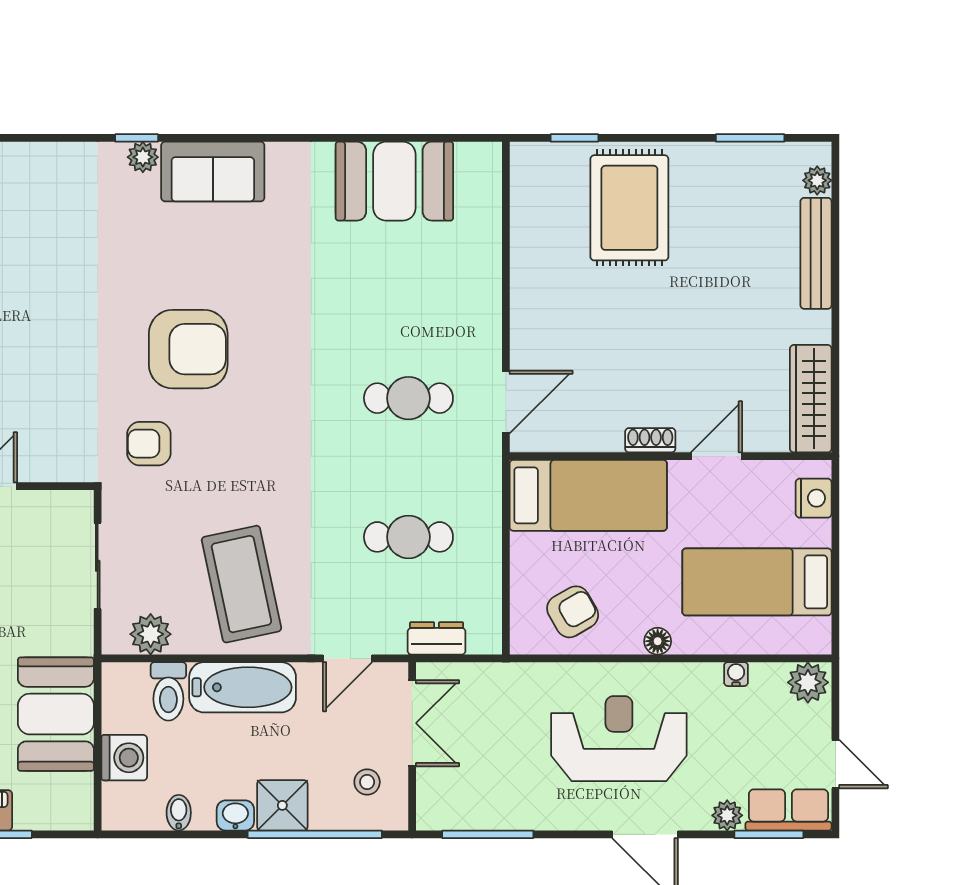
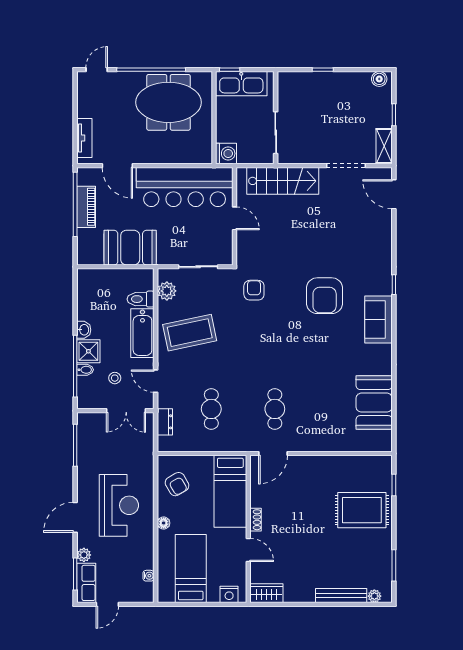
plant: (143, 157) -> (385, 287), removed
armchair: (188, 349) -> (325, 296), moved
wardrobe: (811, 399) -> (266, 593), width x0.67
door: (506, 402) -> (273, 454), hinge flipped
water cooler: (736, 674) -> (149, 576), moved
plant: (808, 682) -> (145, 592), removed
washing machine: (124, 758) -> (110, 279), removed
stool: (367, 782) -> (115, 378), moved
bidet: (179, 813) -> (85, 370), moved

